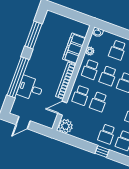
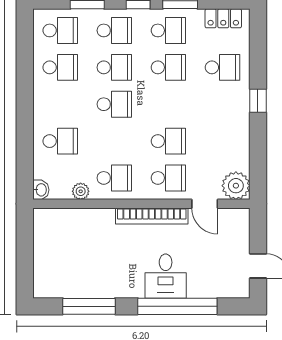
filing cabinet: (74, 48) -> (86, 222), removed
school desk: (108, 76) -> (114, 141), removed
desk: (30, 88) -> (166, 276), moved
school desk: (107, 134) -> (222, 104), removed

